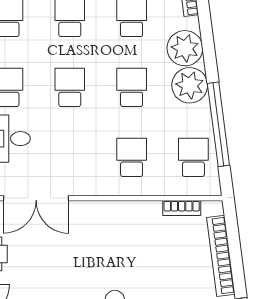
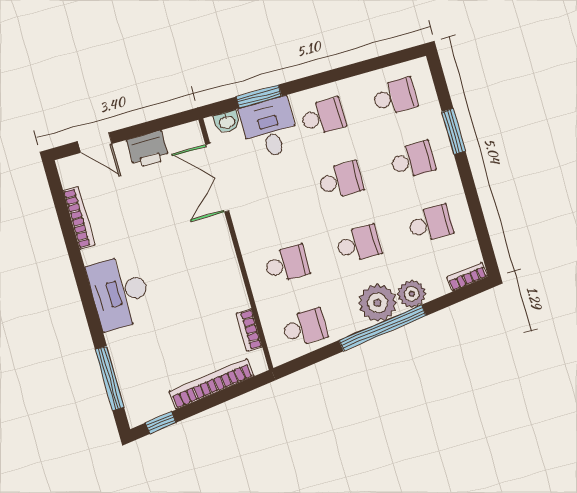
plant: (185, 48) -> (412, 294), width x0.73, depth x0.73
window: (218, 124) -> (382, 328), moved

